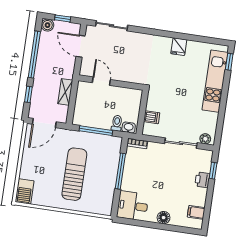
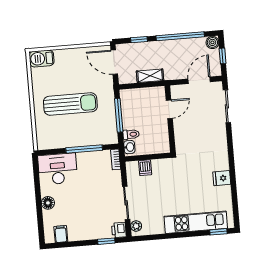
printer: (202, 180) -> (119, 230), moved, turned -90
desk: (133, 206) -> (58, 169), width x1.37

